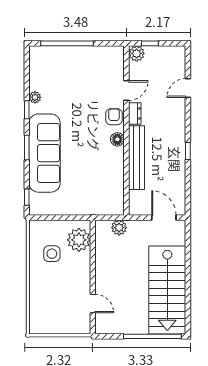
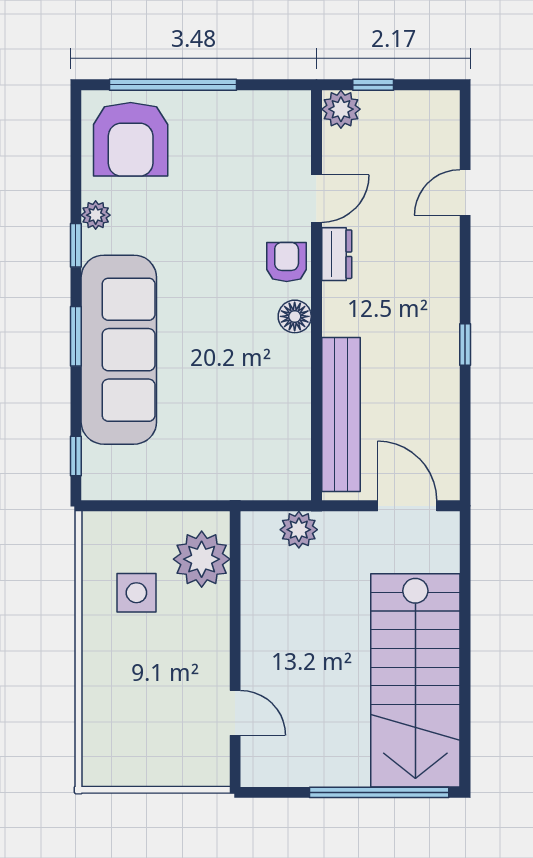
armchair: (49, 66) -> (131, 139), added
bench: (137, 158) -> (341, 415), moved

